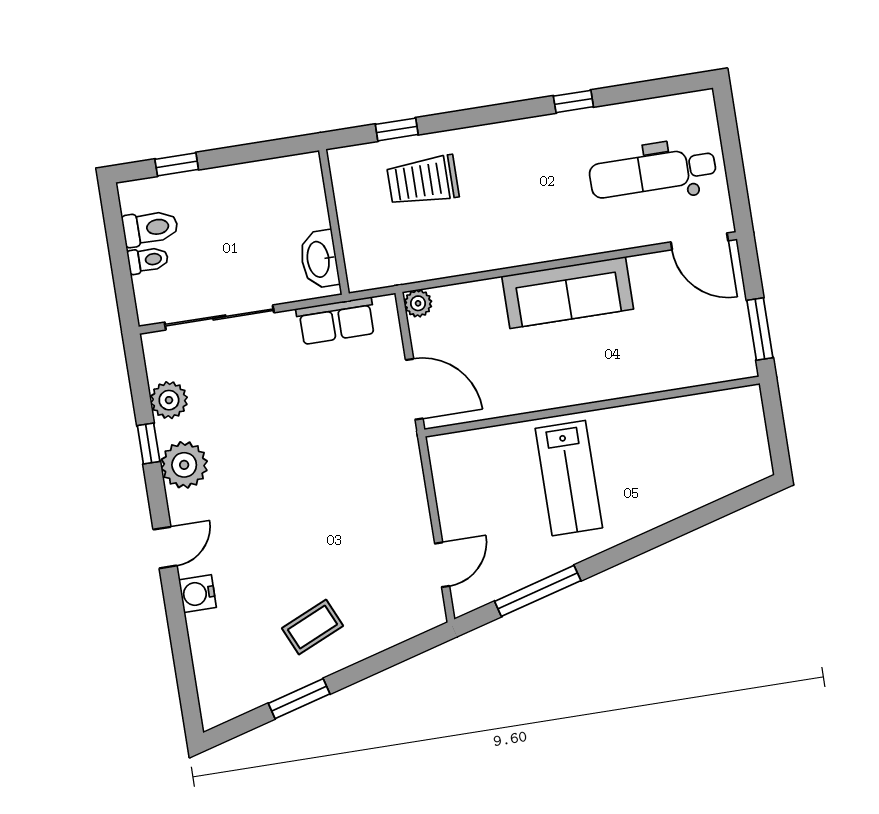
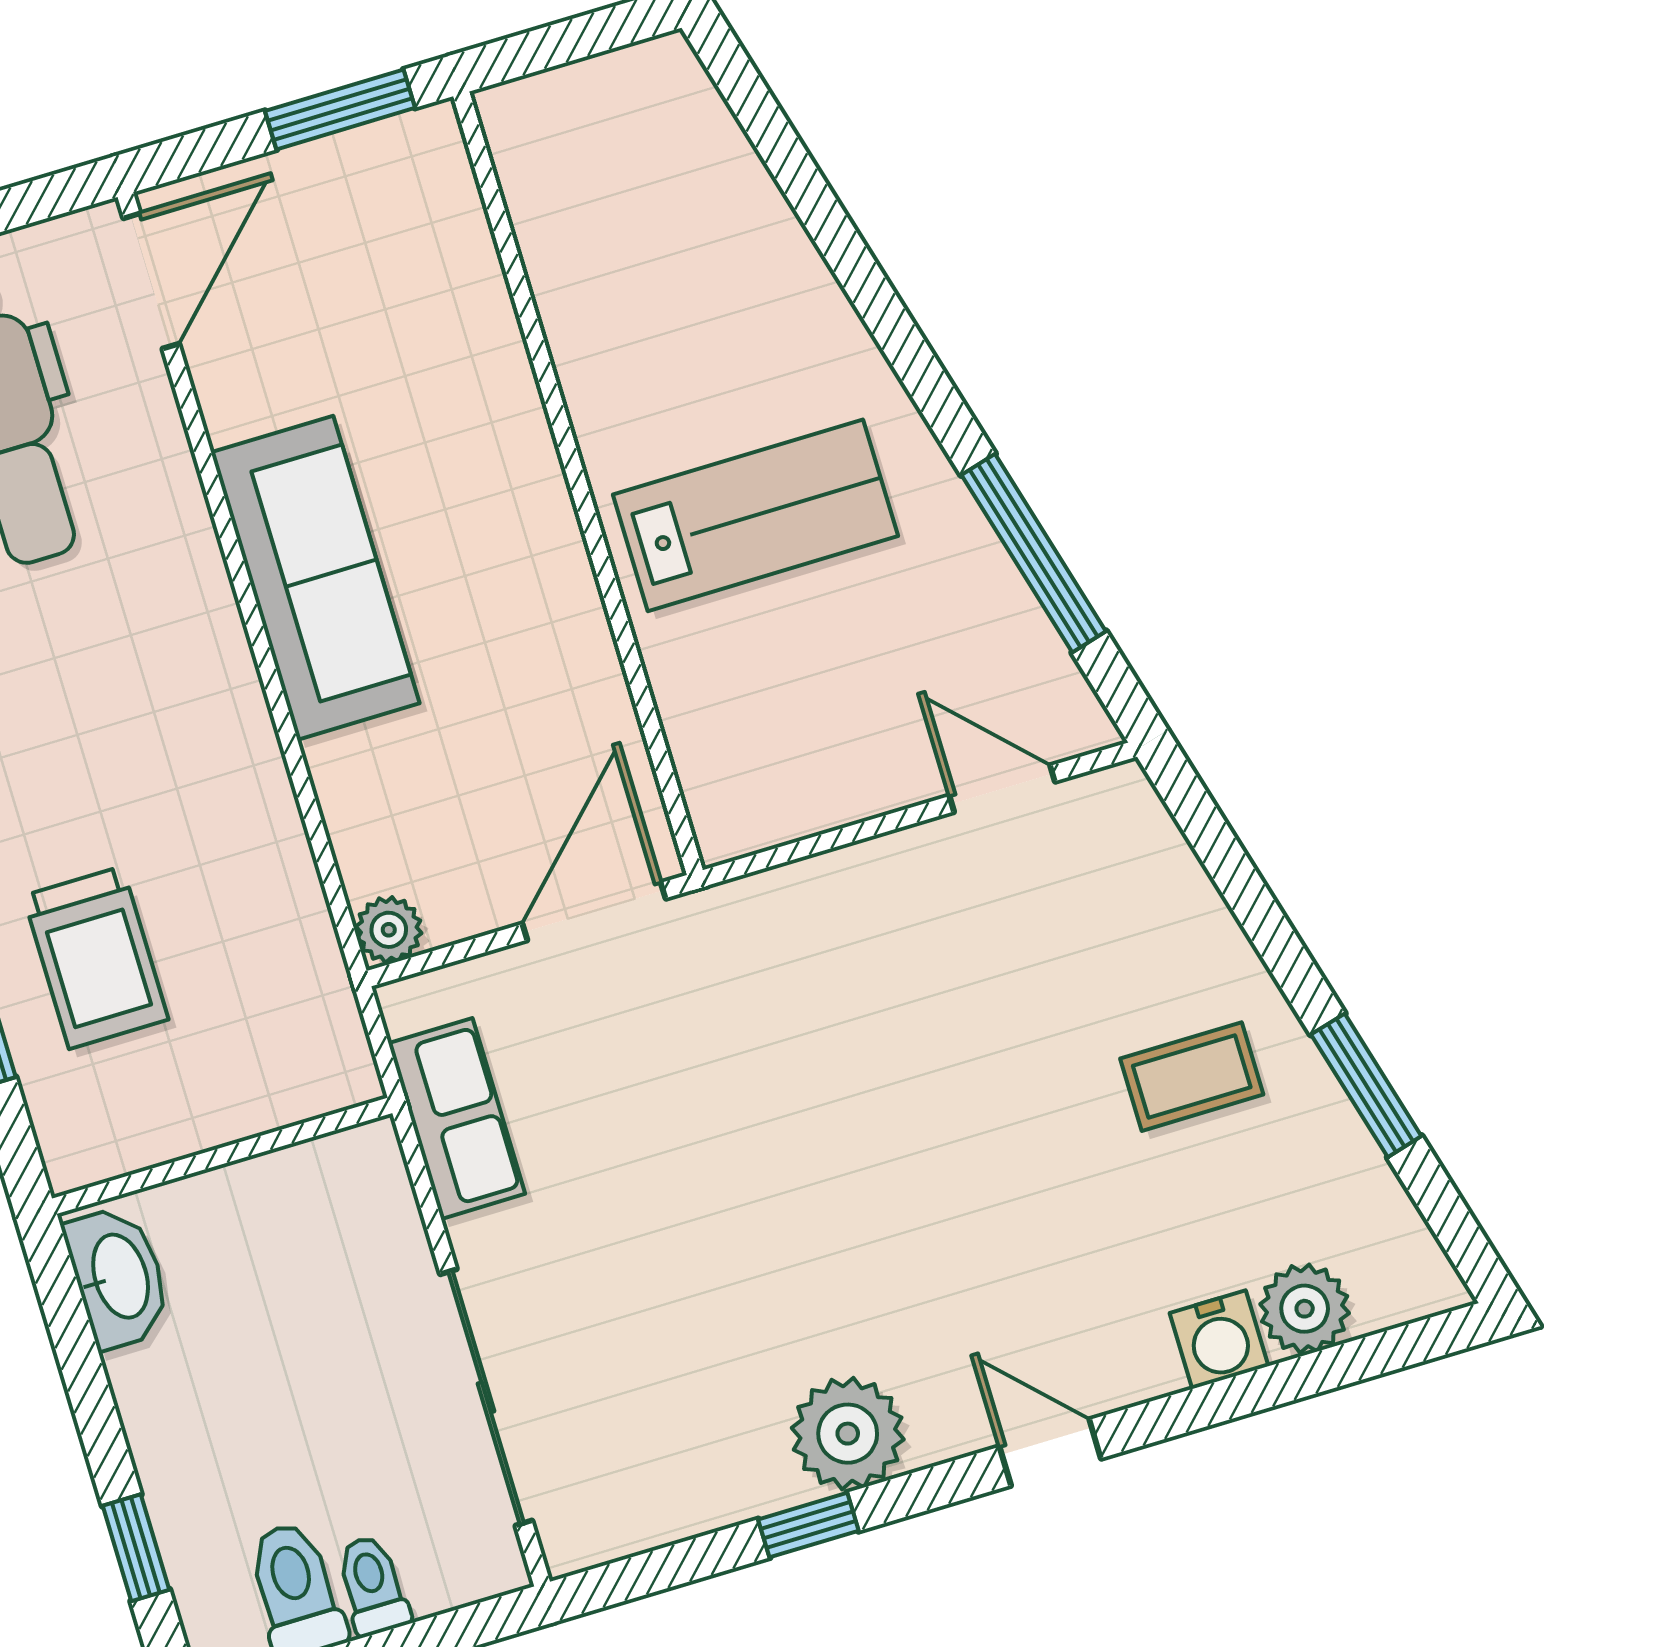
washbasin: (319, 259) -> (118, 1277), moved, turned -90
plant: (169, 400) -> (1305, 1309), moved
water cooler: (198, 594) -> (1219, 1340), moved
coffee table: (312, 627) -> (1192, 1077), turned -66

